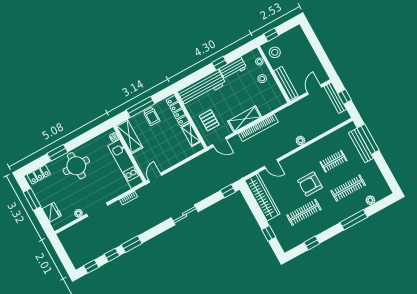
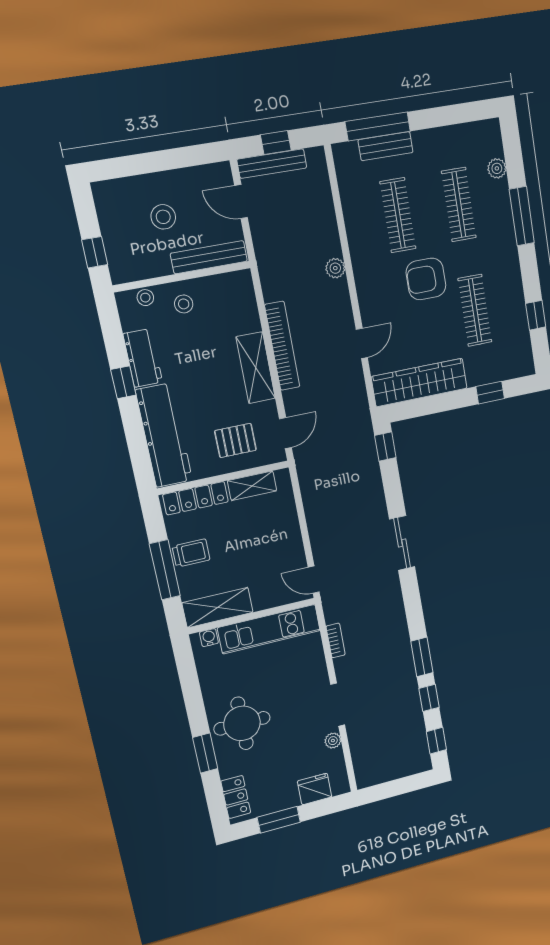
stool: (275, 52) -> (163, 217), moved
bench: (361, 146) -> (386, 146), width x0.73
clothes rail: (333, 161) -> (398, 215), width x1.36
armchair: (310, 184) -> (426, 279), turned 90

